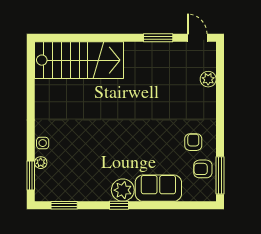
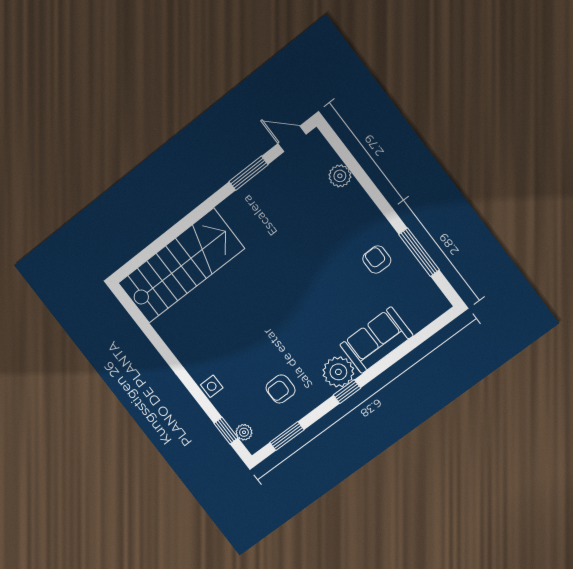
plant: (41, 163) -> (244, 432), moved
armchair: (203, 169) -> (281, 389), moved
window: (31, 175) -> (226, 431), width x0.67
window: (220, 175) -> (419, 252), moved

